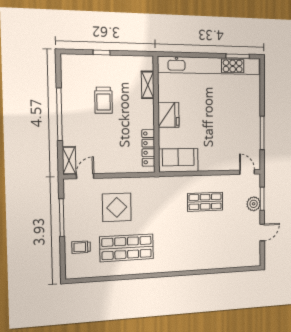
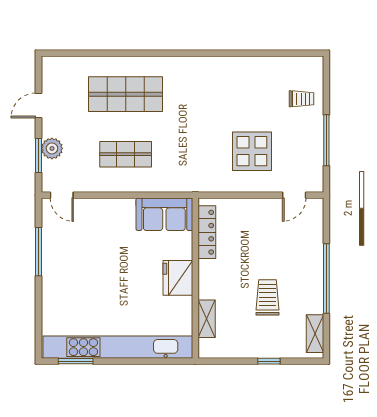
shelving: (69, 160) -> (315, 334), moved
shop shelf: (127, 248) -> (126, 94), moved

